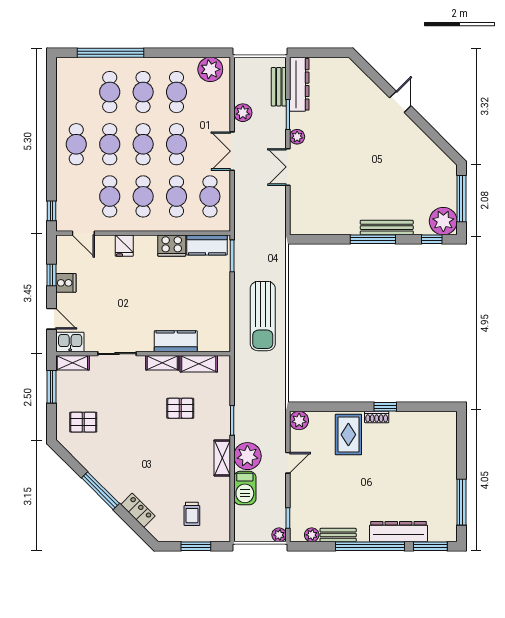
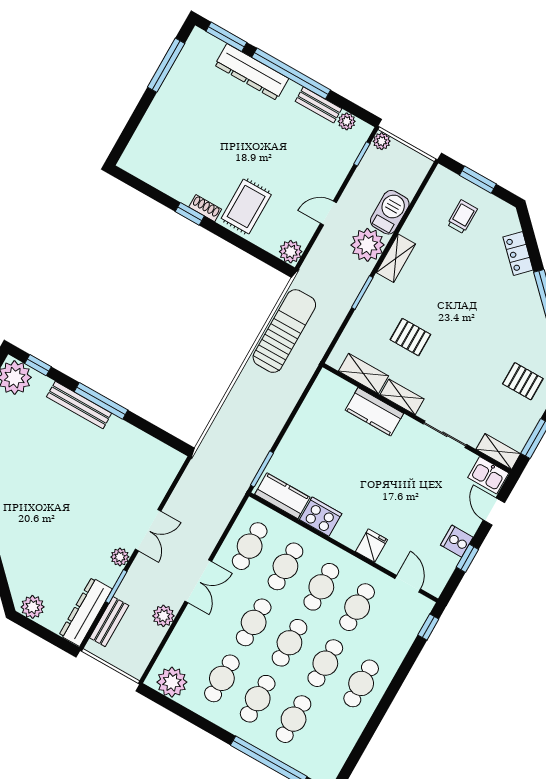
plant: (339, 67) -> (33, 607), added
sun lounger: (263, 316) -> (284, 331), moved

